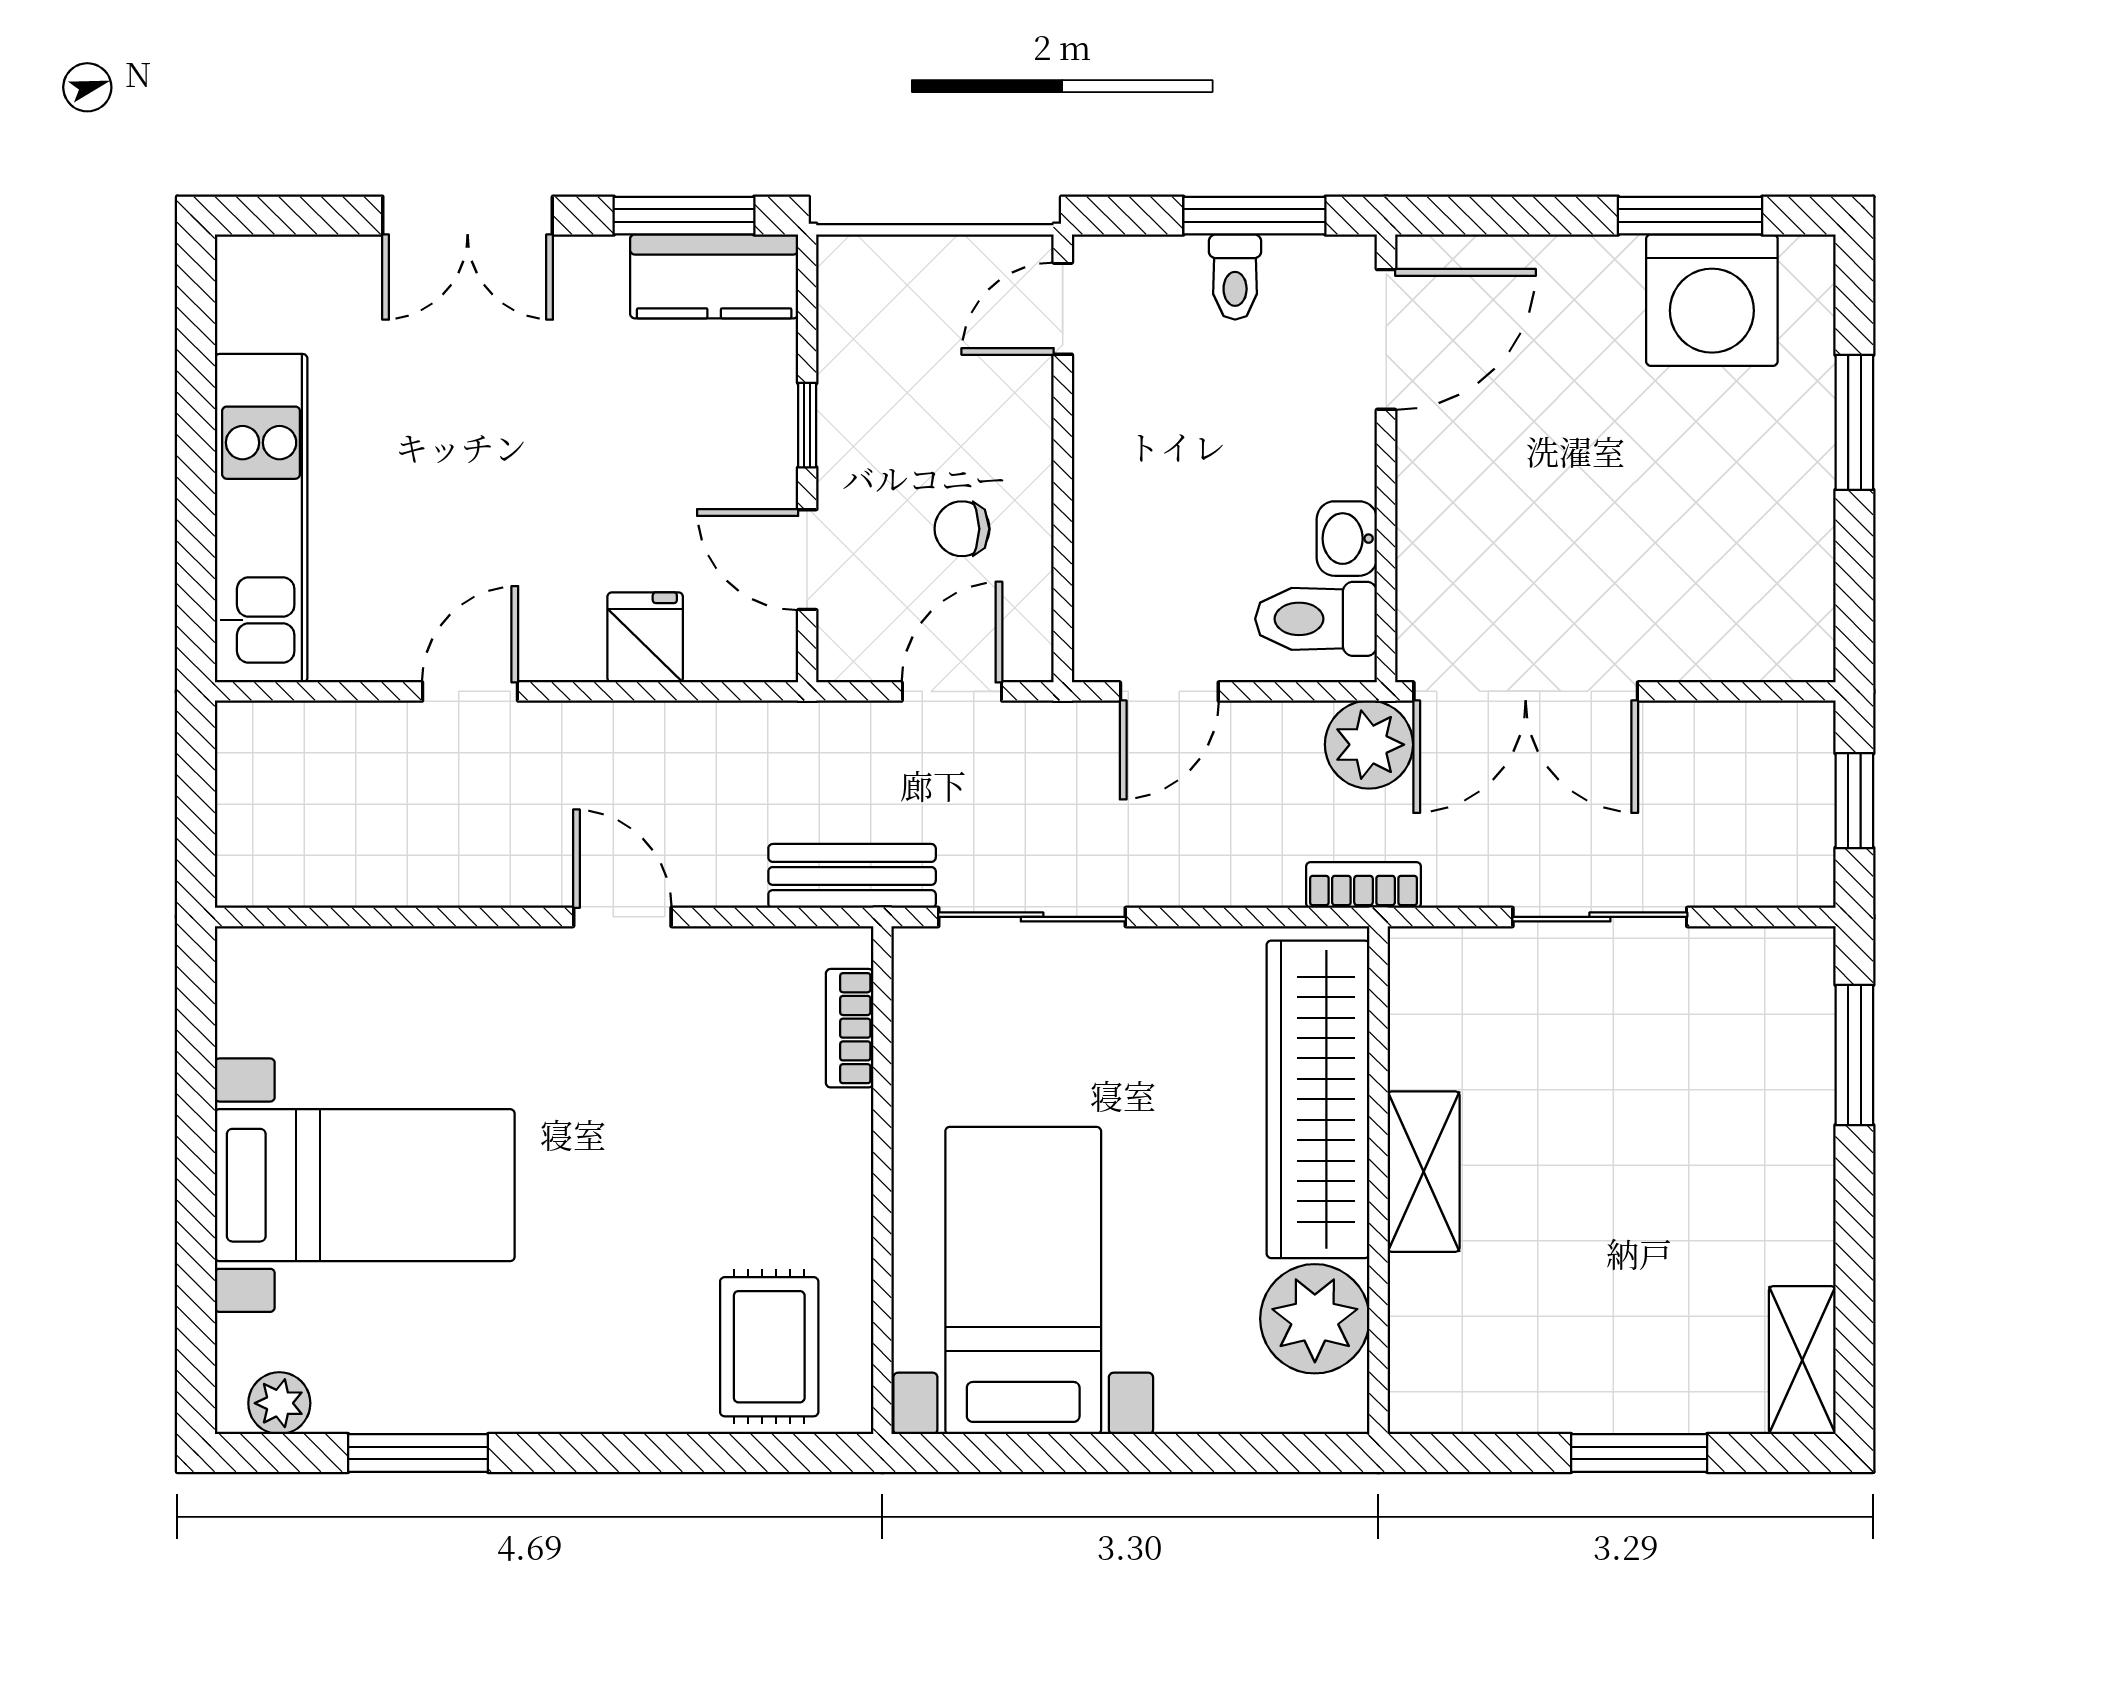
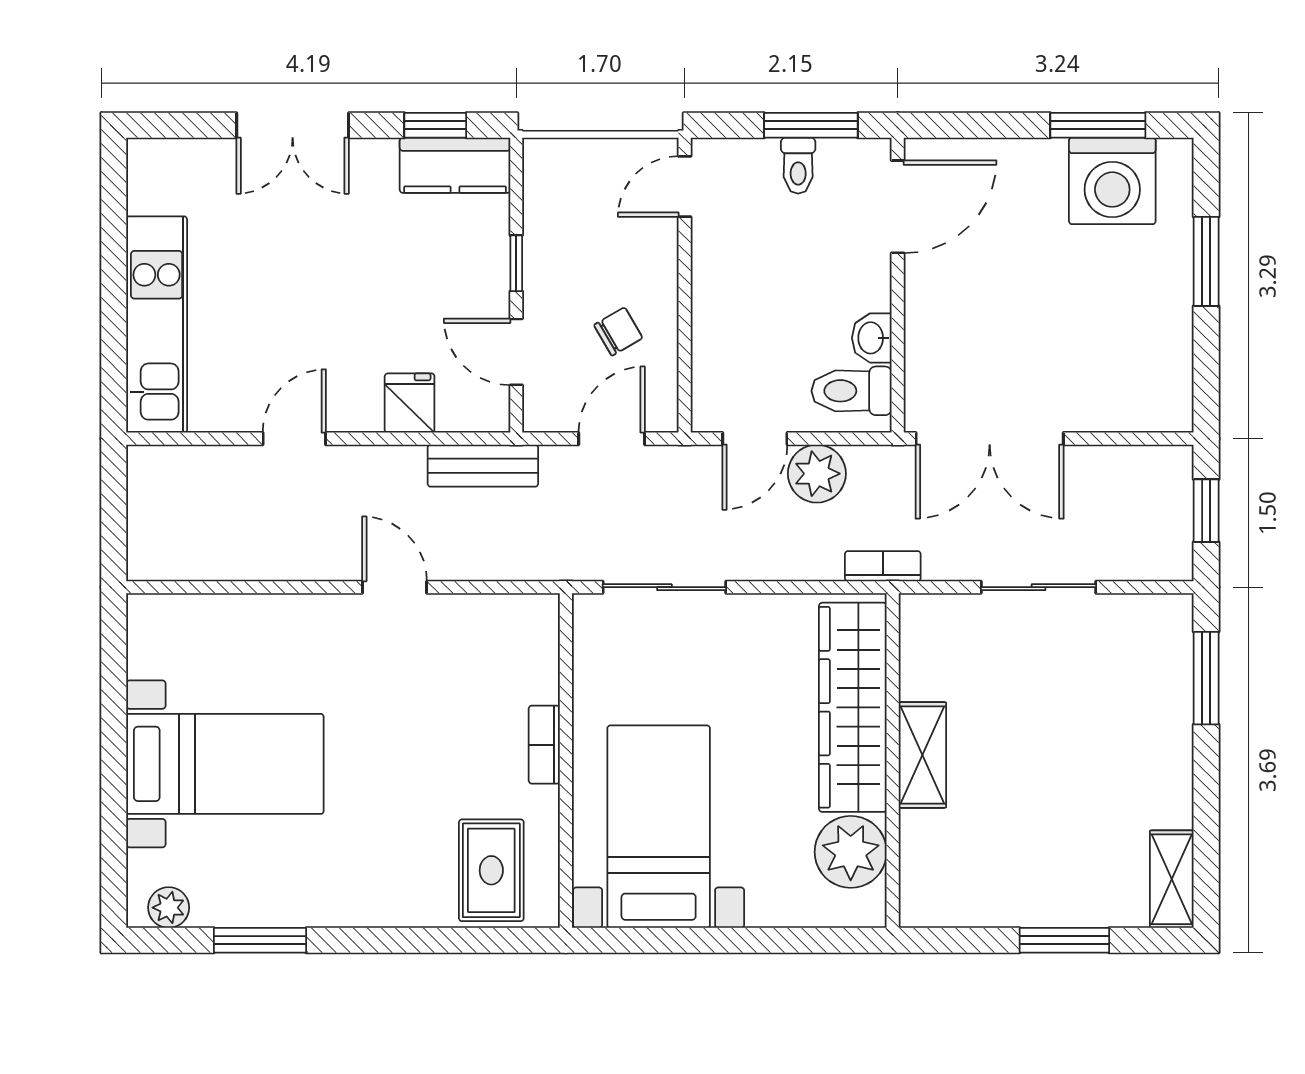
window: (684, 216) -> (435, 125), width x0.67
chair: (962, 529) -> (618, 331), turned 150
plant: (1369, 745) -> (817, 474), moved
bench: (852, 876) -> (483, 466), moved
bookcase: (850, 1028) -> (544, 745), moved

